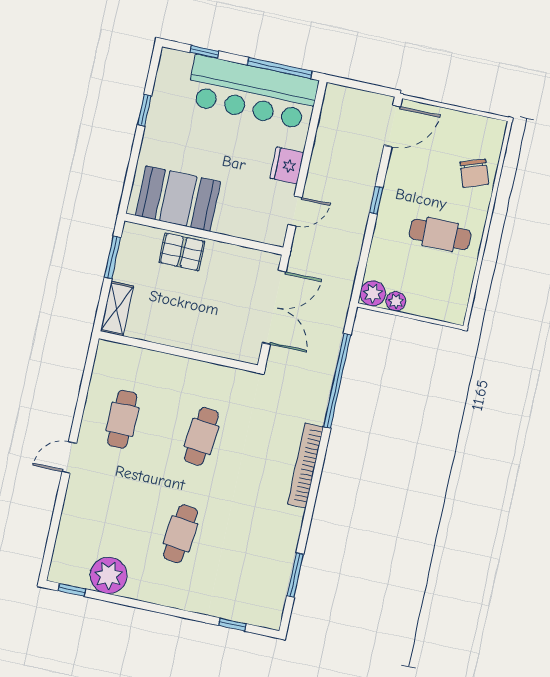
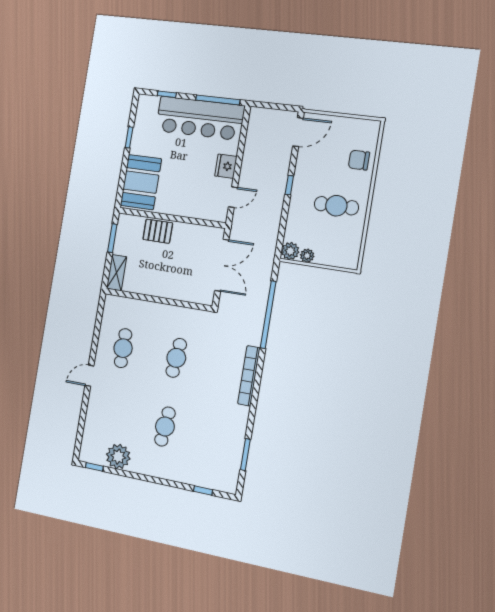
chair: (474, 173) -> (359, 160), turned 109
booth: (178, 199) -> (141, 182), moved, turned 90

